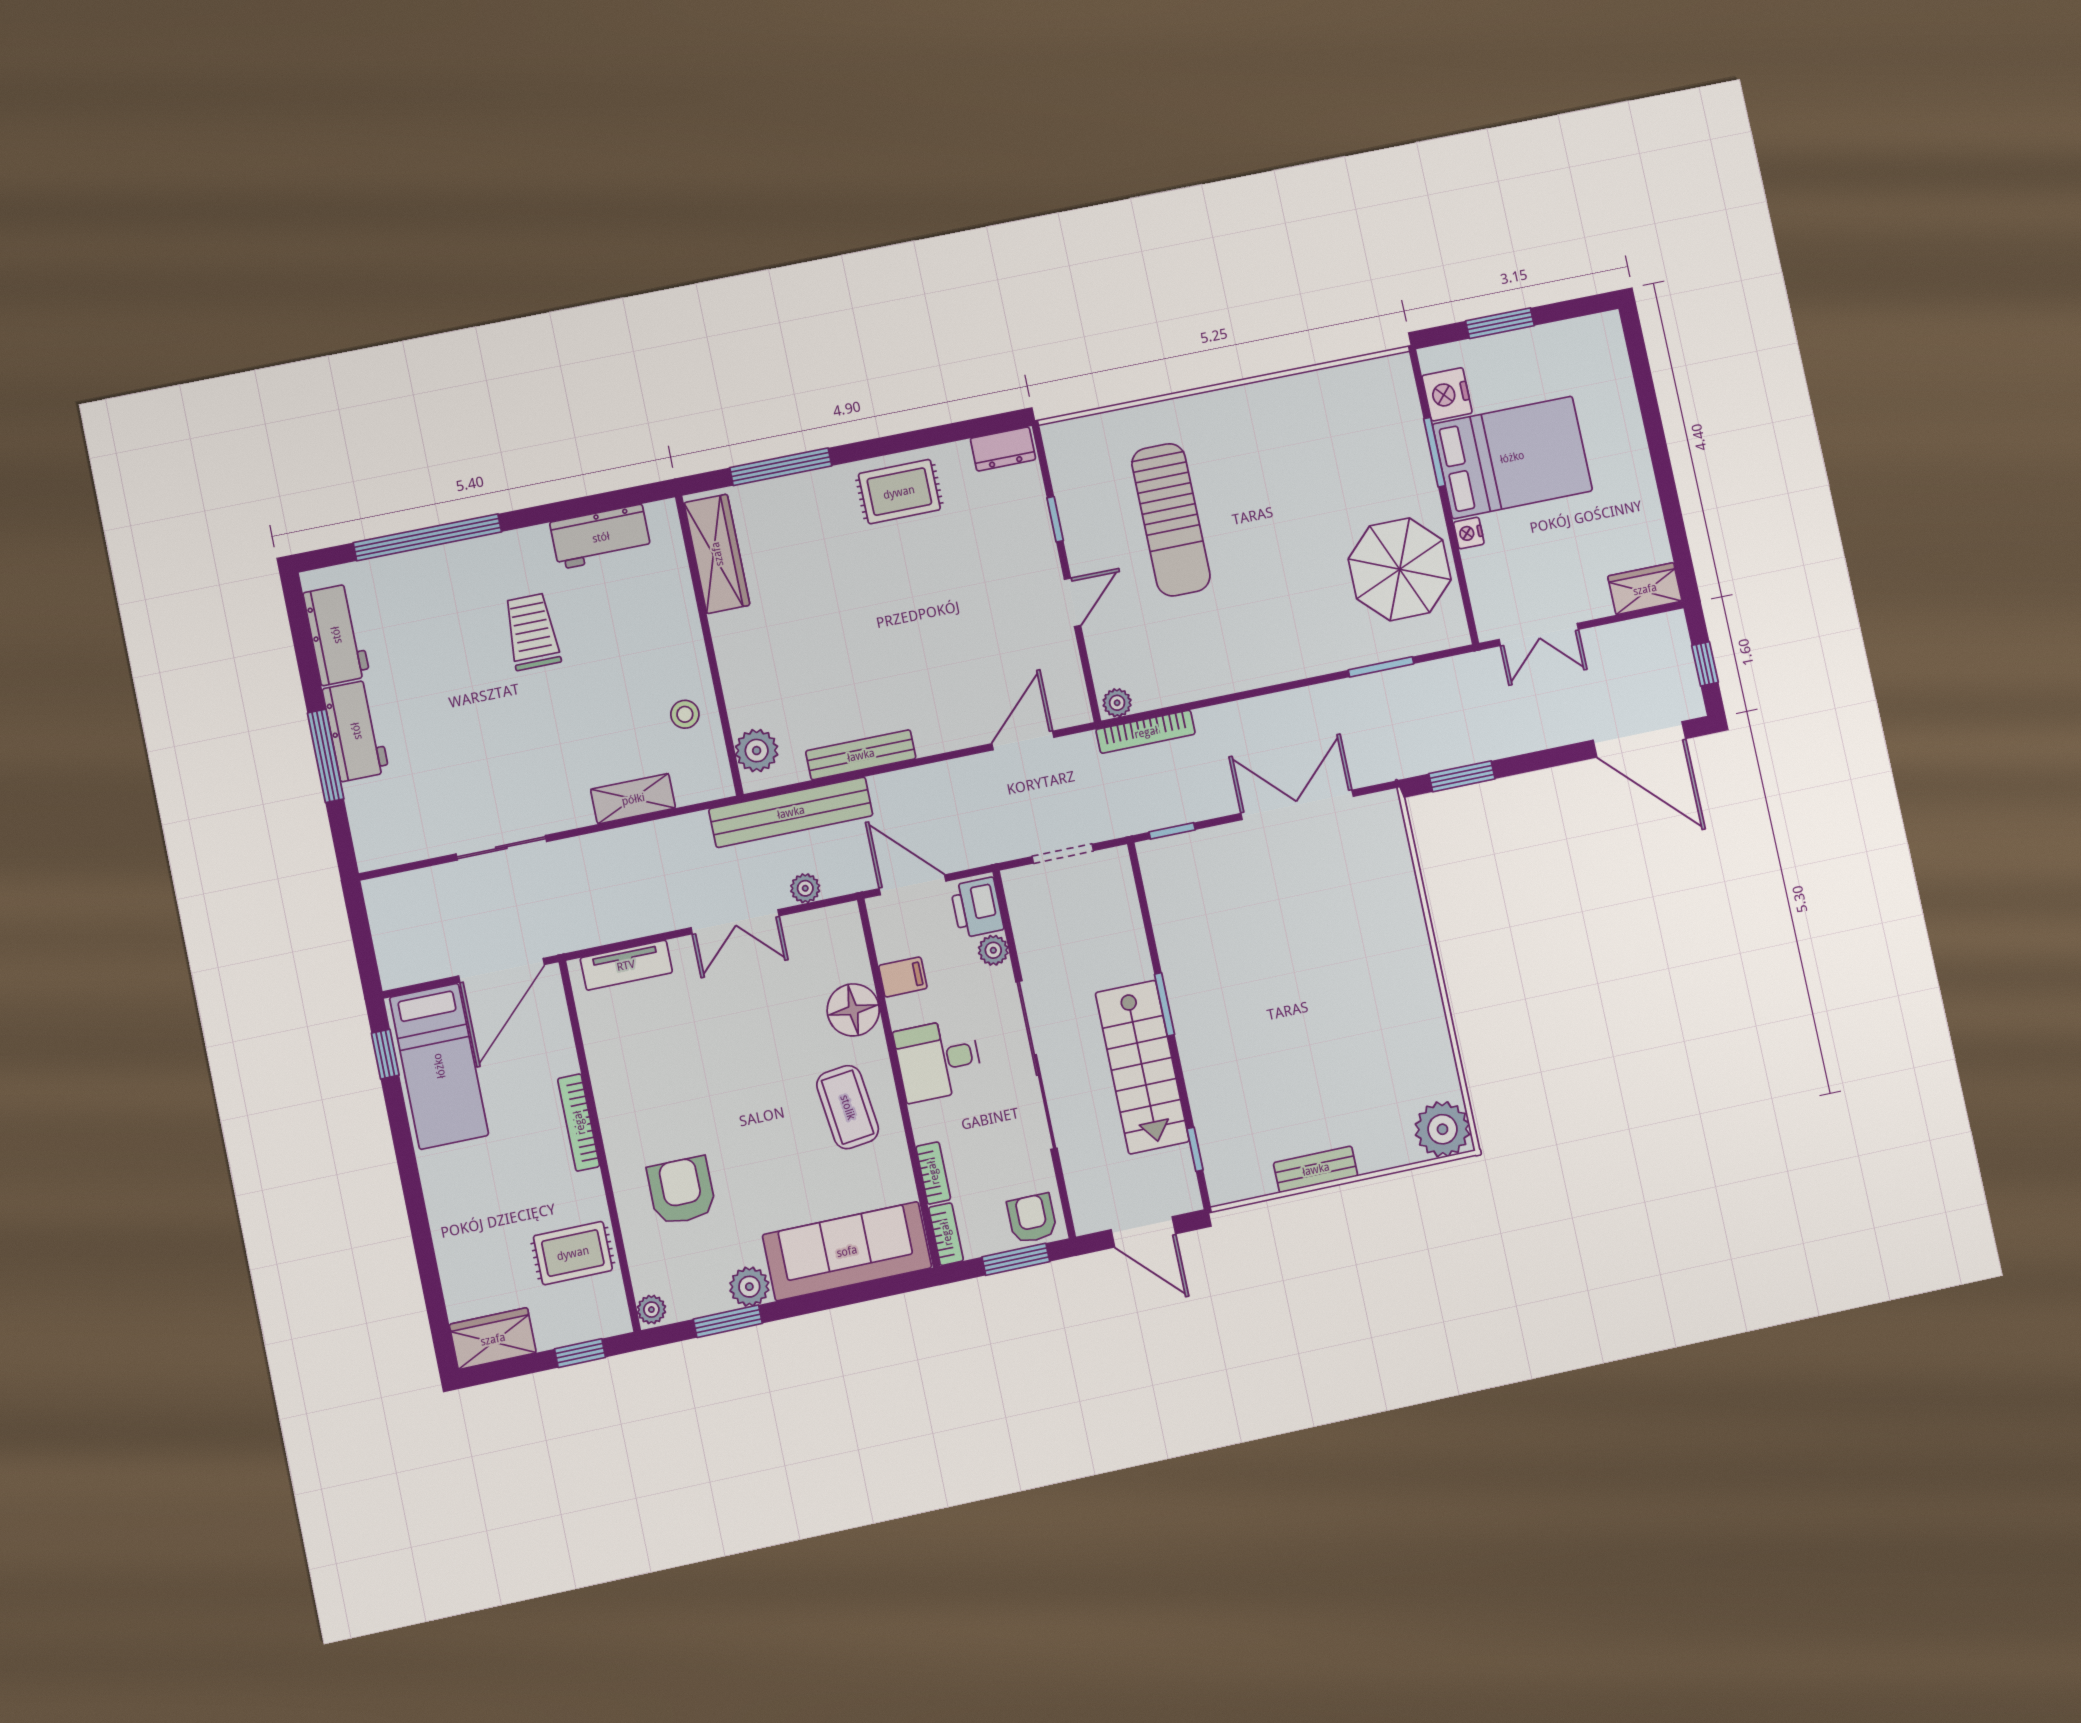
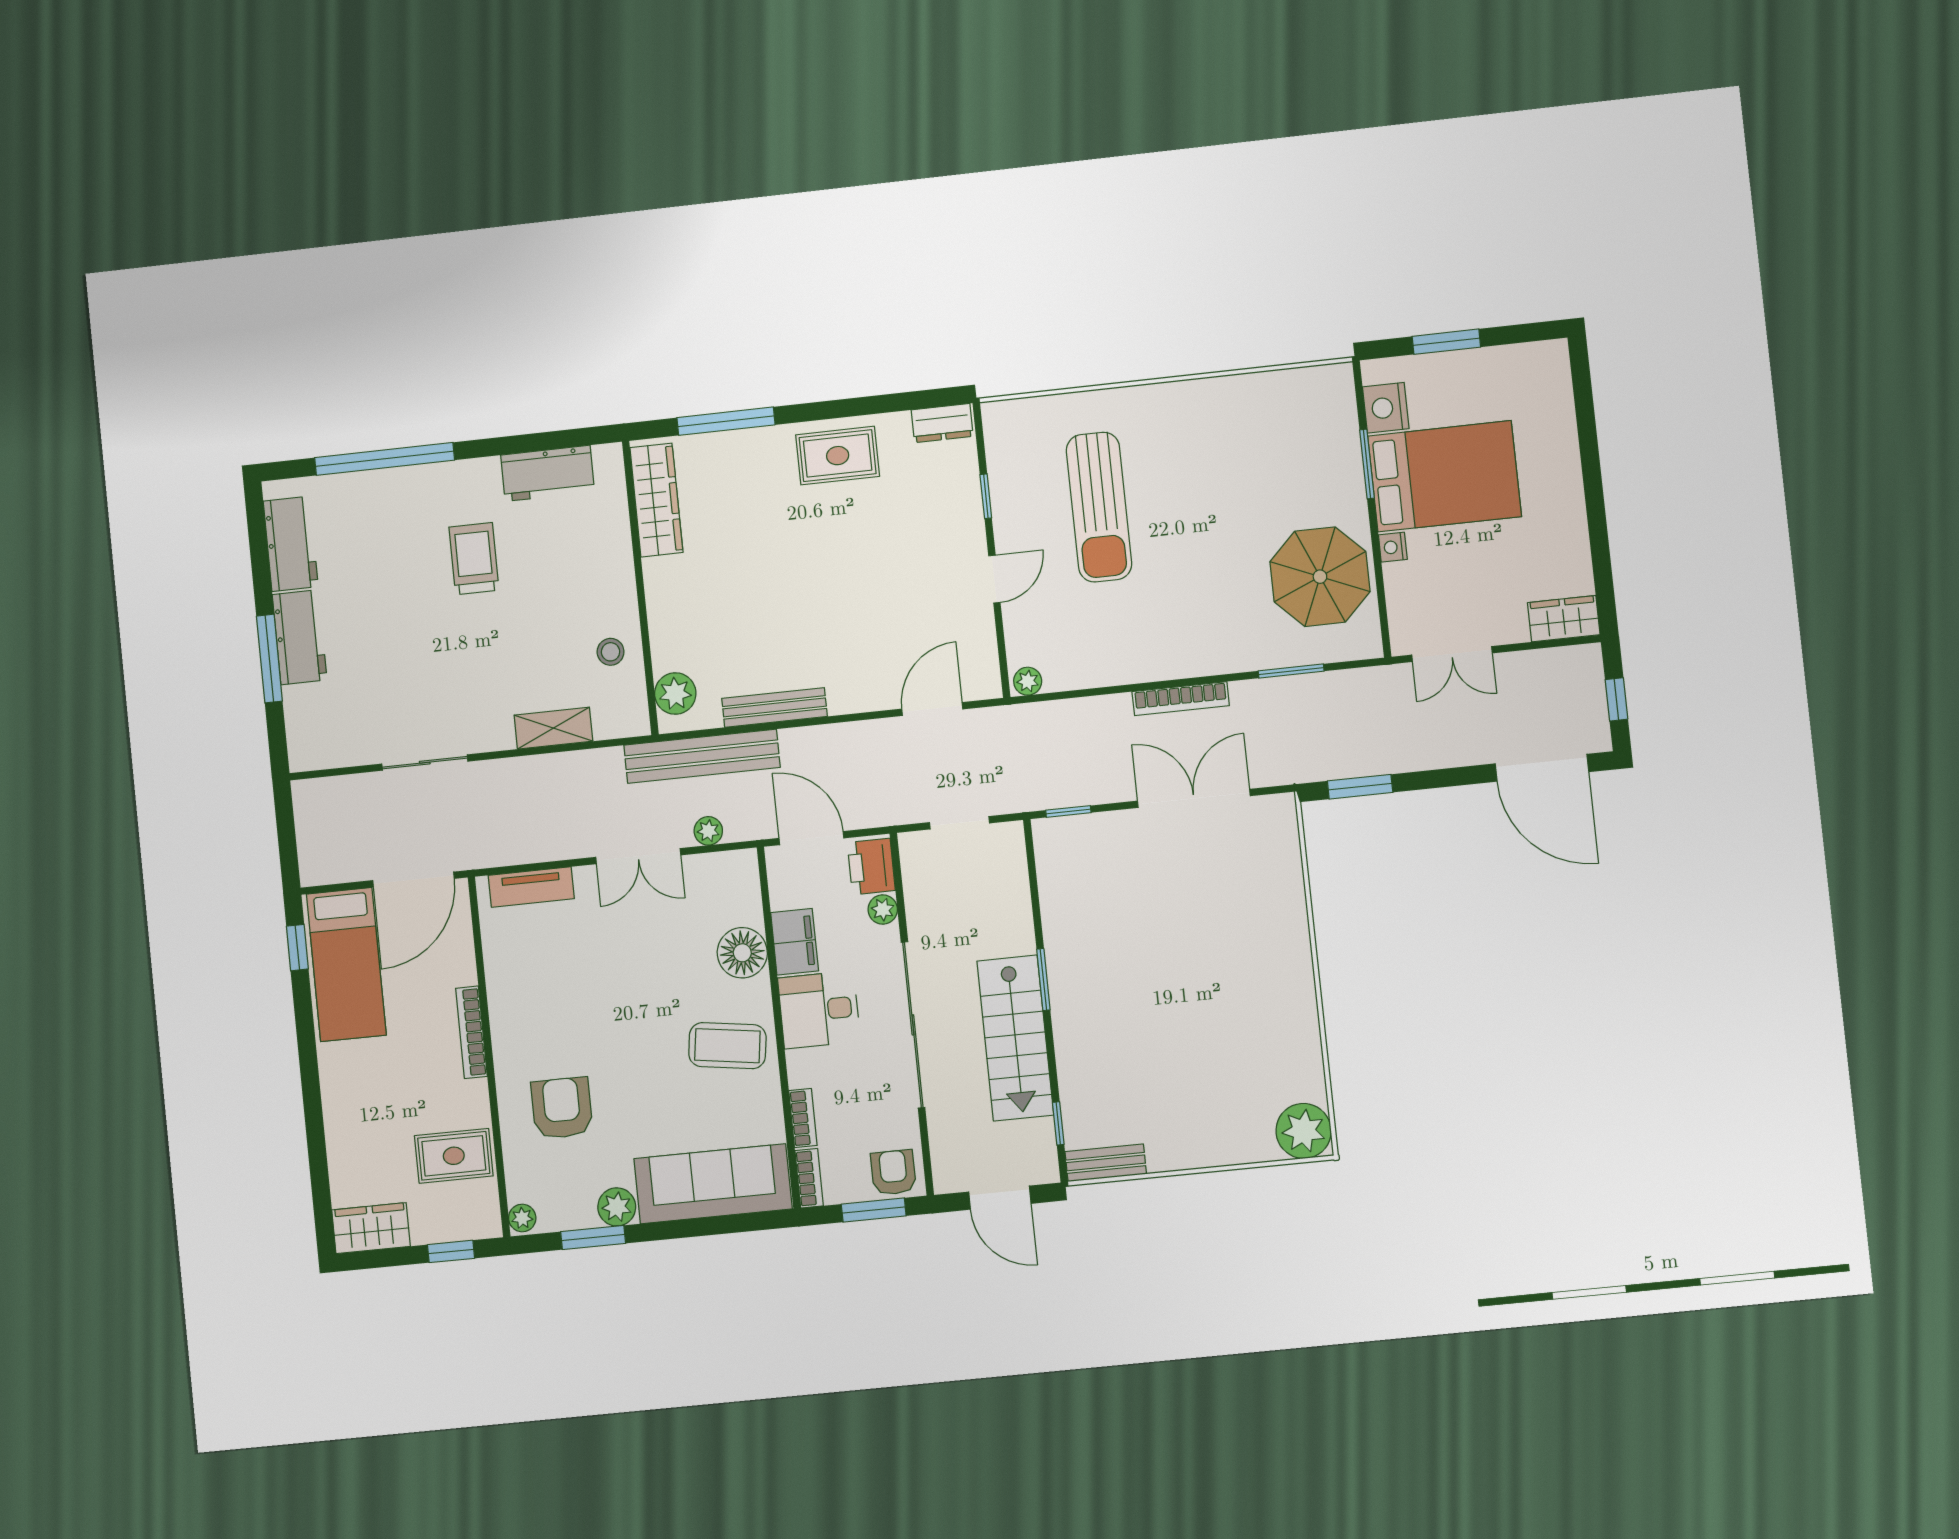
bookcase: (1146, 732) -> (1181, 699), moved
filing cabinet: (903, 977) -> (795, 942), width x2.00
coffee table: (848, 1107) -> (727, 1046), turned -75
bench: (1316, 1169) -> (1106, 1163), moved

